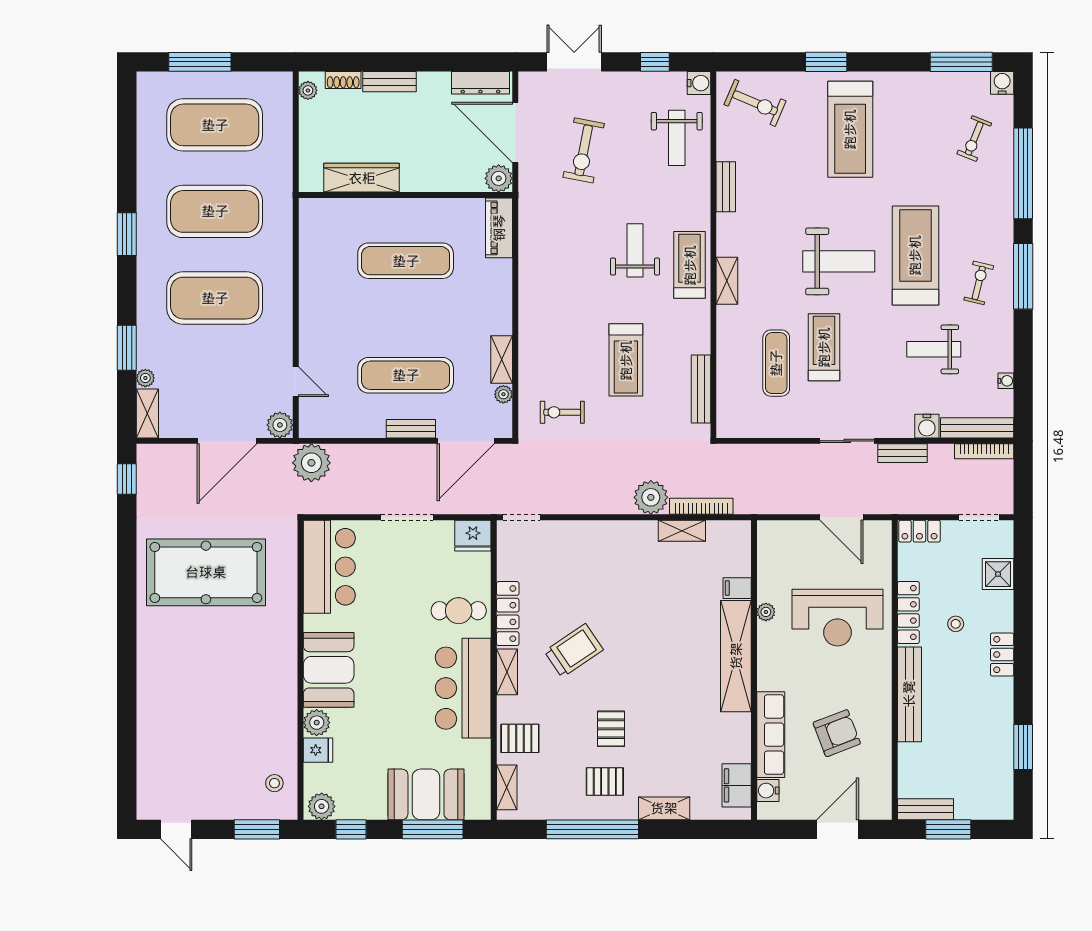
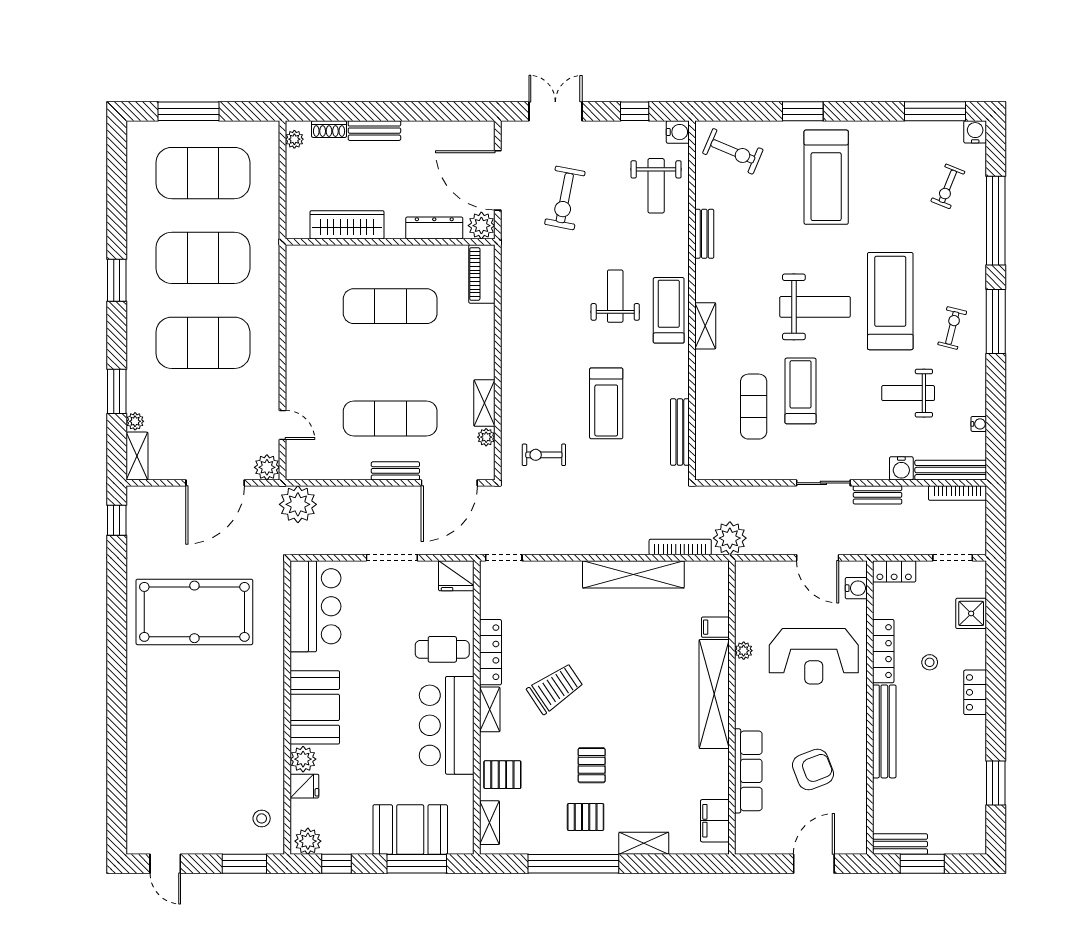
dresser: (480, 83) -> (434, 228), moved, turned 180
plant: (651, 497) -> (730, 538), moved
shelving: (682, 531) -> (633, 574), width x2.20, depth x1.33
water cooler: (768, 791) -> (856, 588), moved, turned 180

